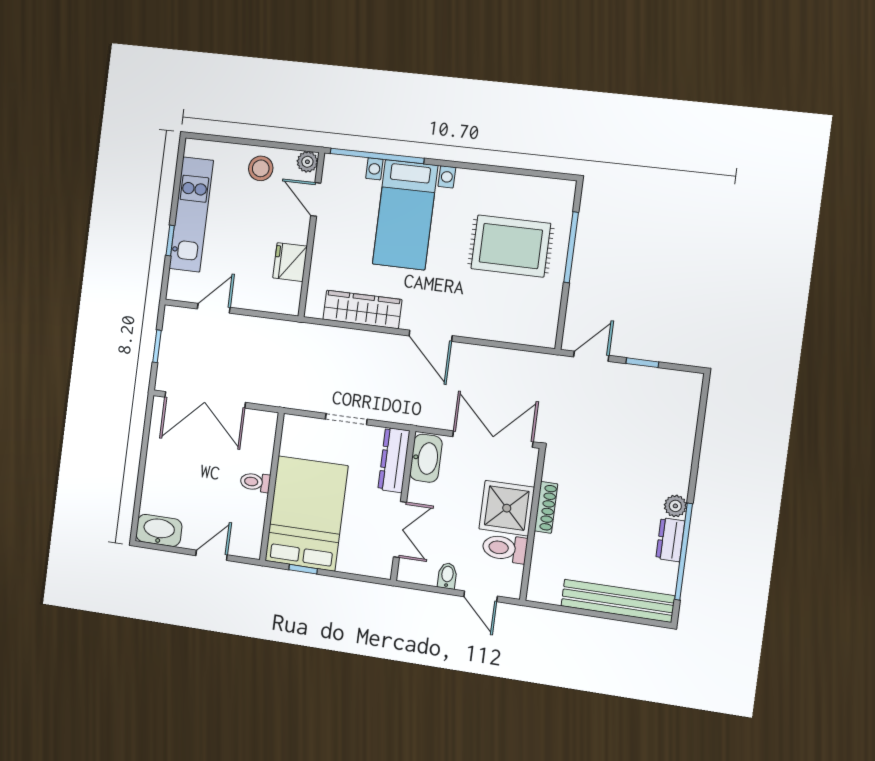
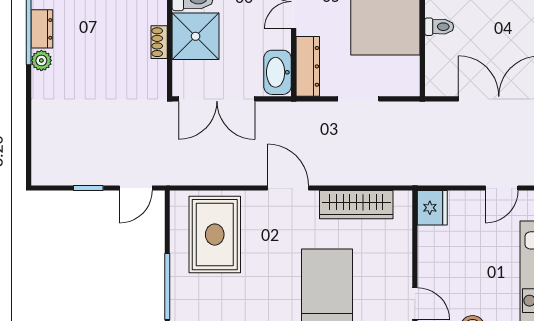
rug: (511, 246) -> (215, 235), moved, turned 90
fridge: (290, 262) -> (432, 208), moved
shoe rack: (546, 507) -> (159, 42), width x0.70

